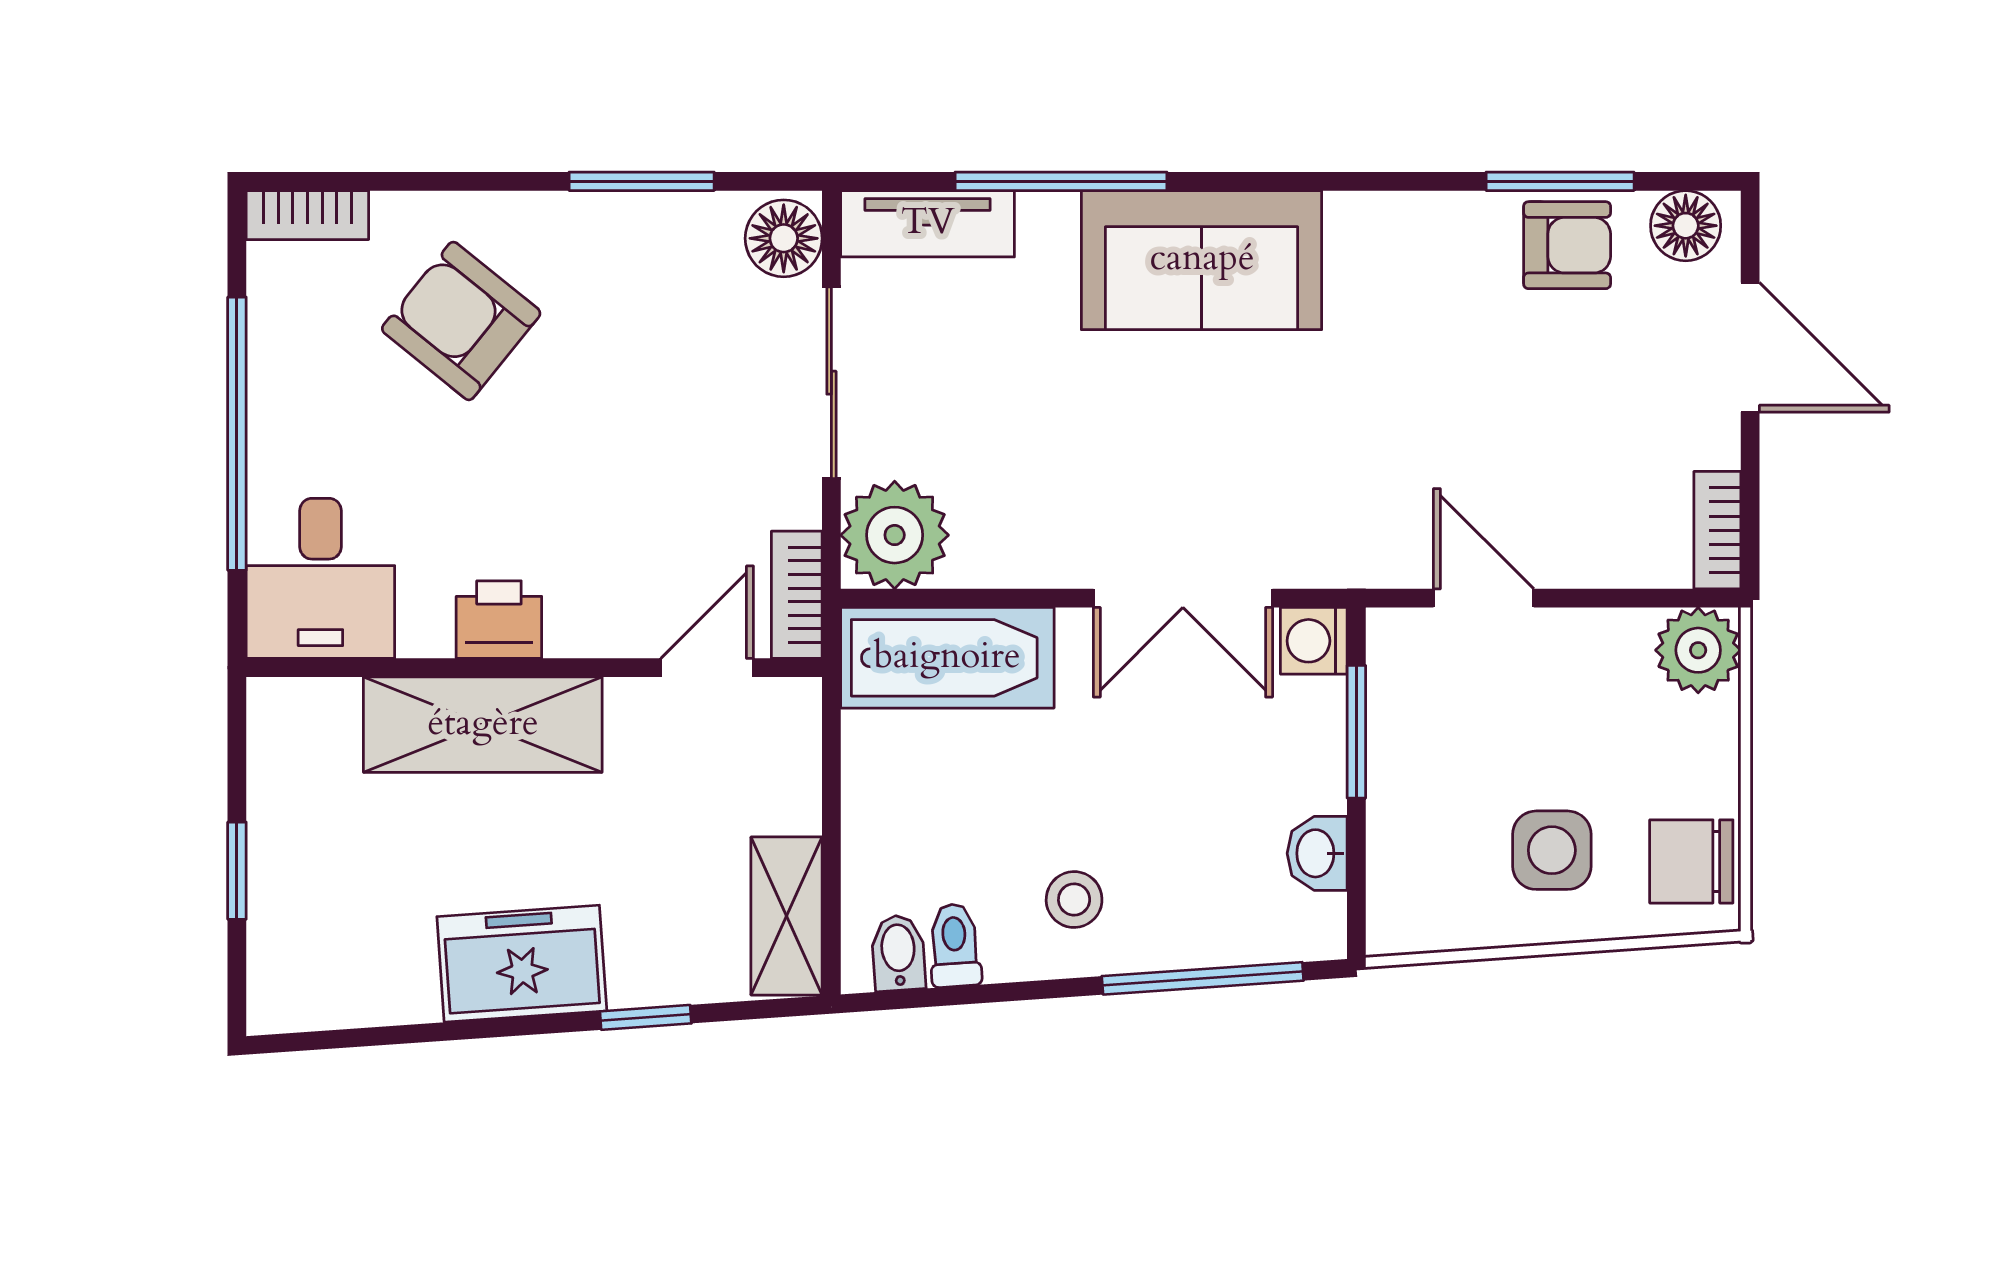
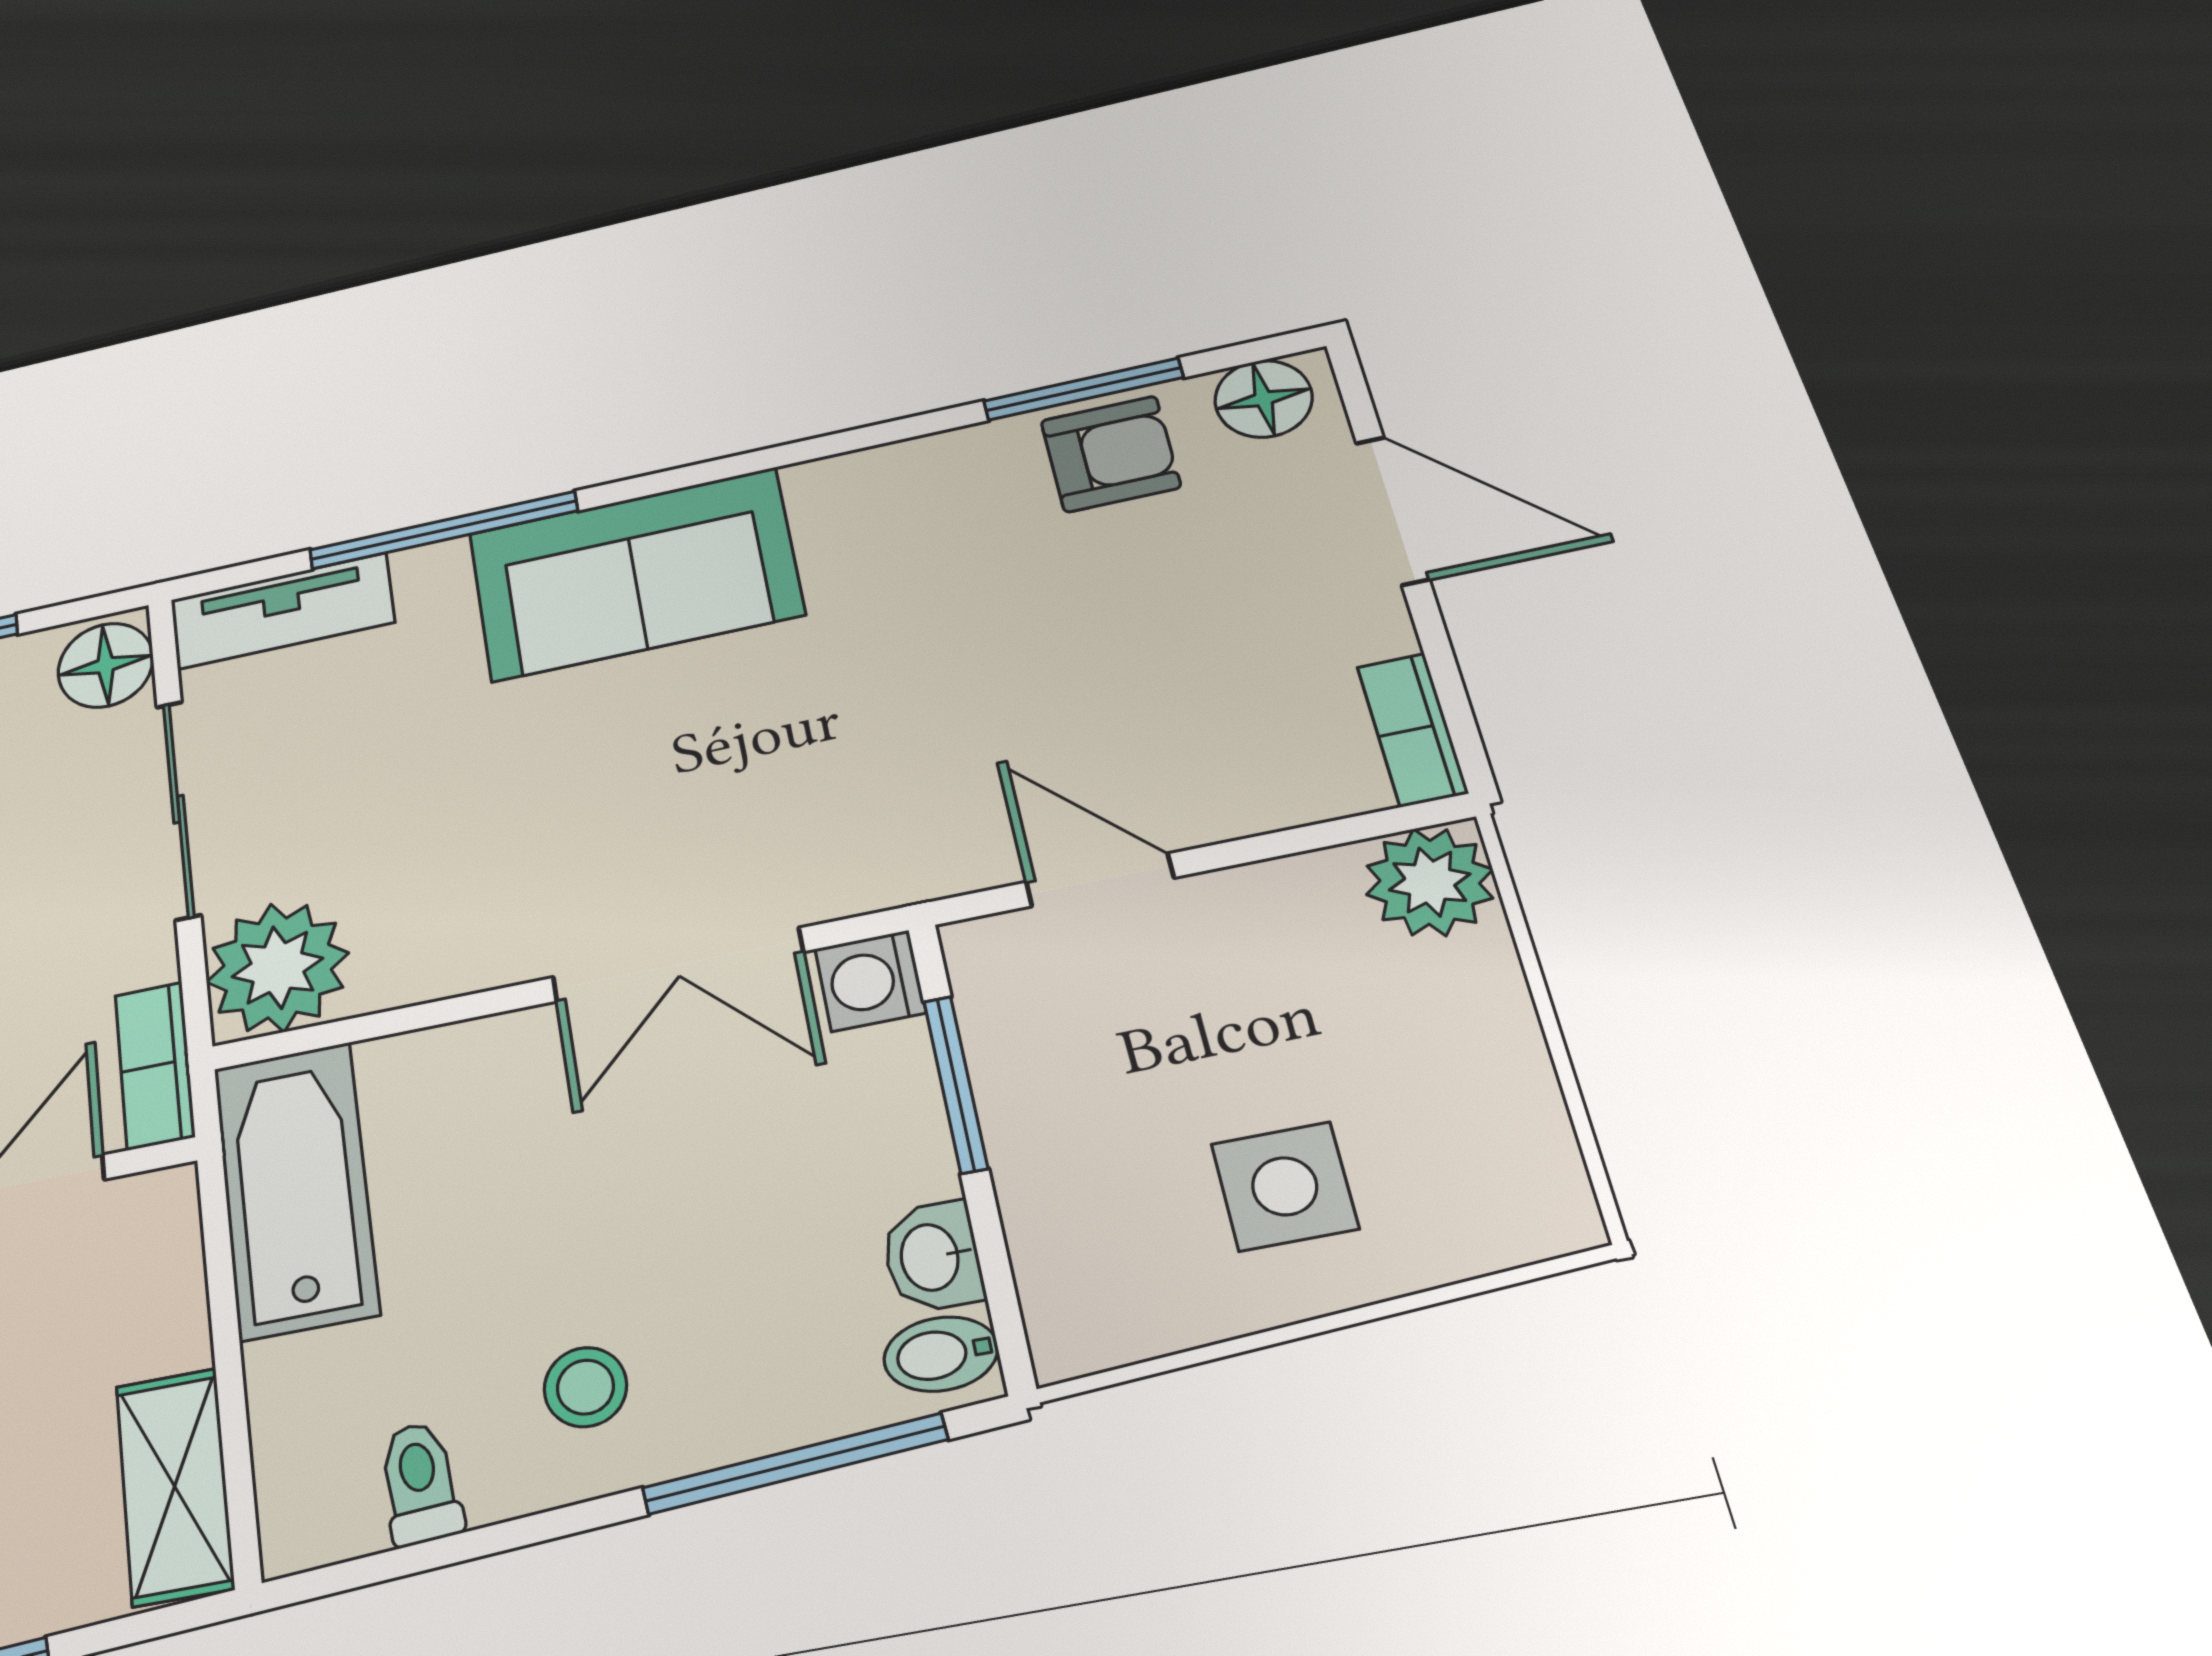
bathtub: (947, 658) -> (296, 1189), moved, turned -90
chair: (1691, 861) -> (1504, 1161), removed
bidet: (898, 953) -> (941, 1354), moved, turned -86

